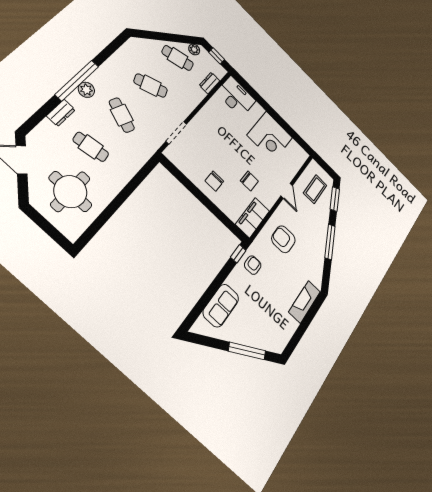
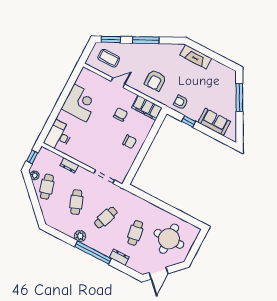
dresser: (210, 83) -> (69, 165), moved
plant: (86, 90) -> (80, 236), moved
window: (238, 254) -> (189, 121), moved

